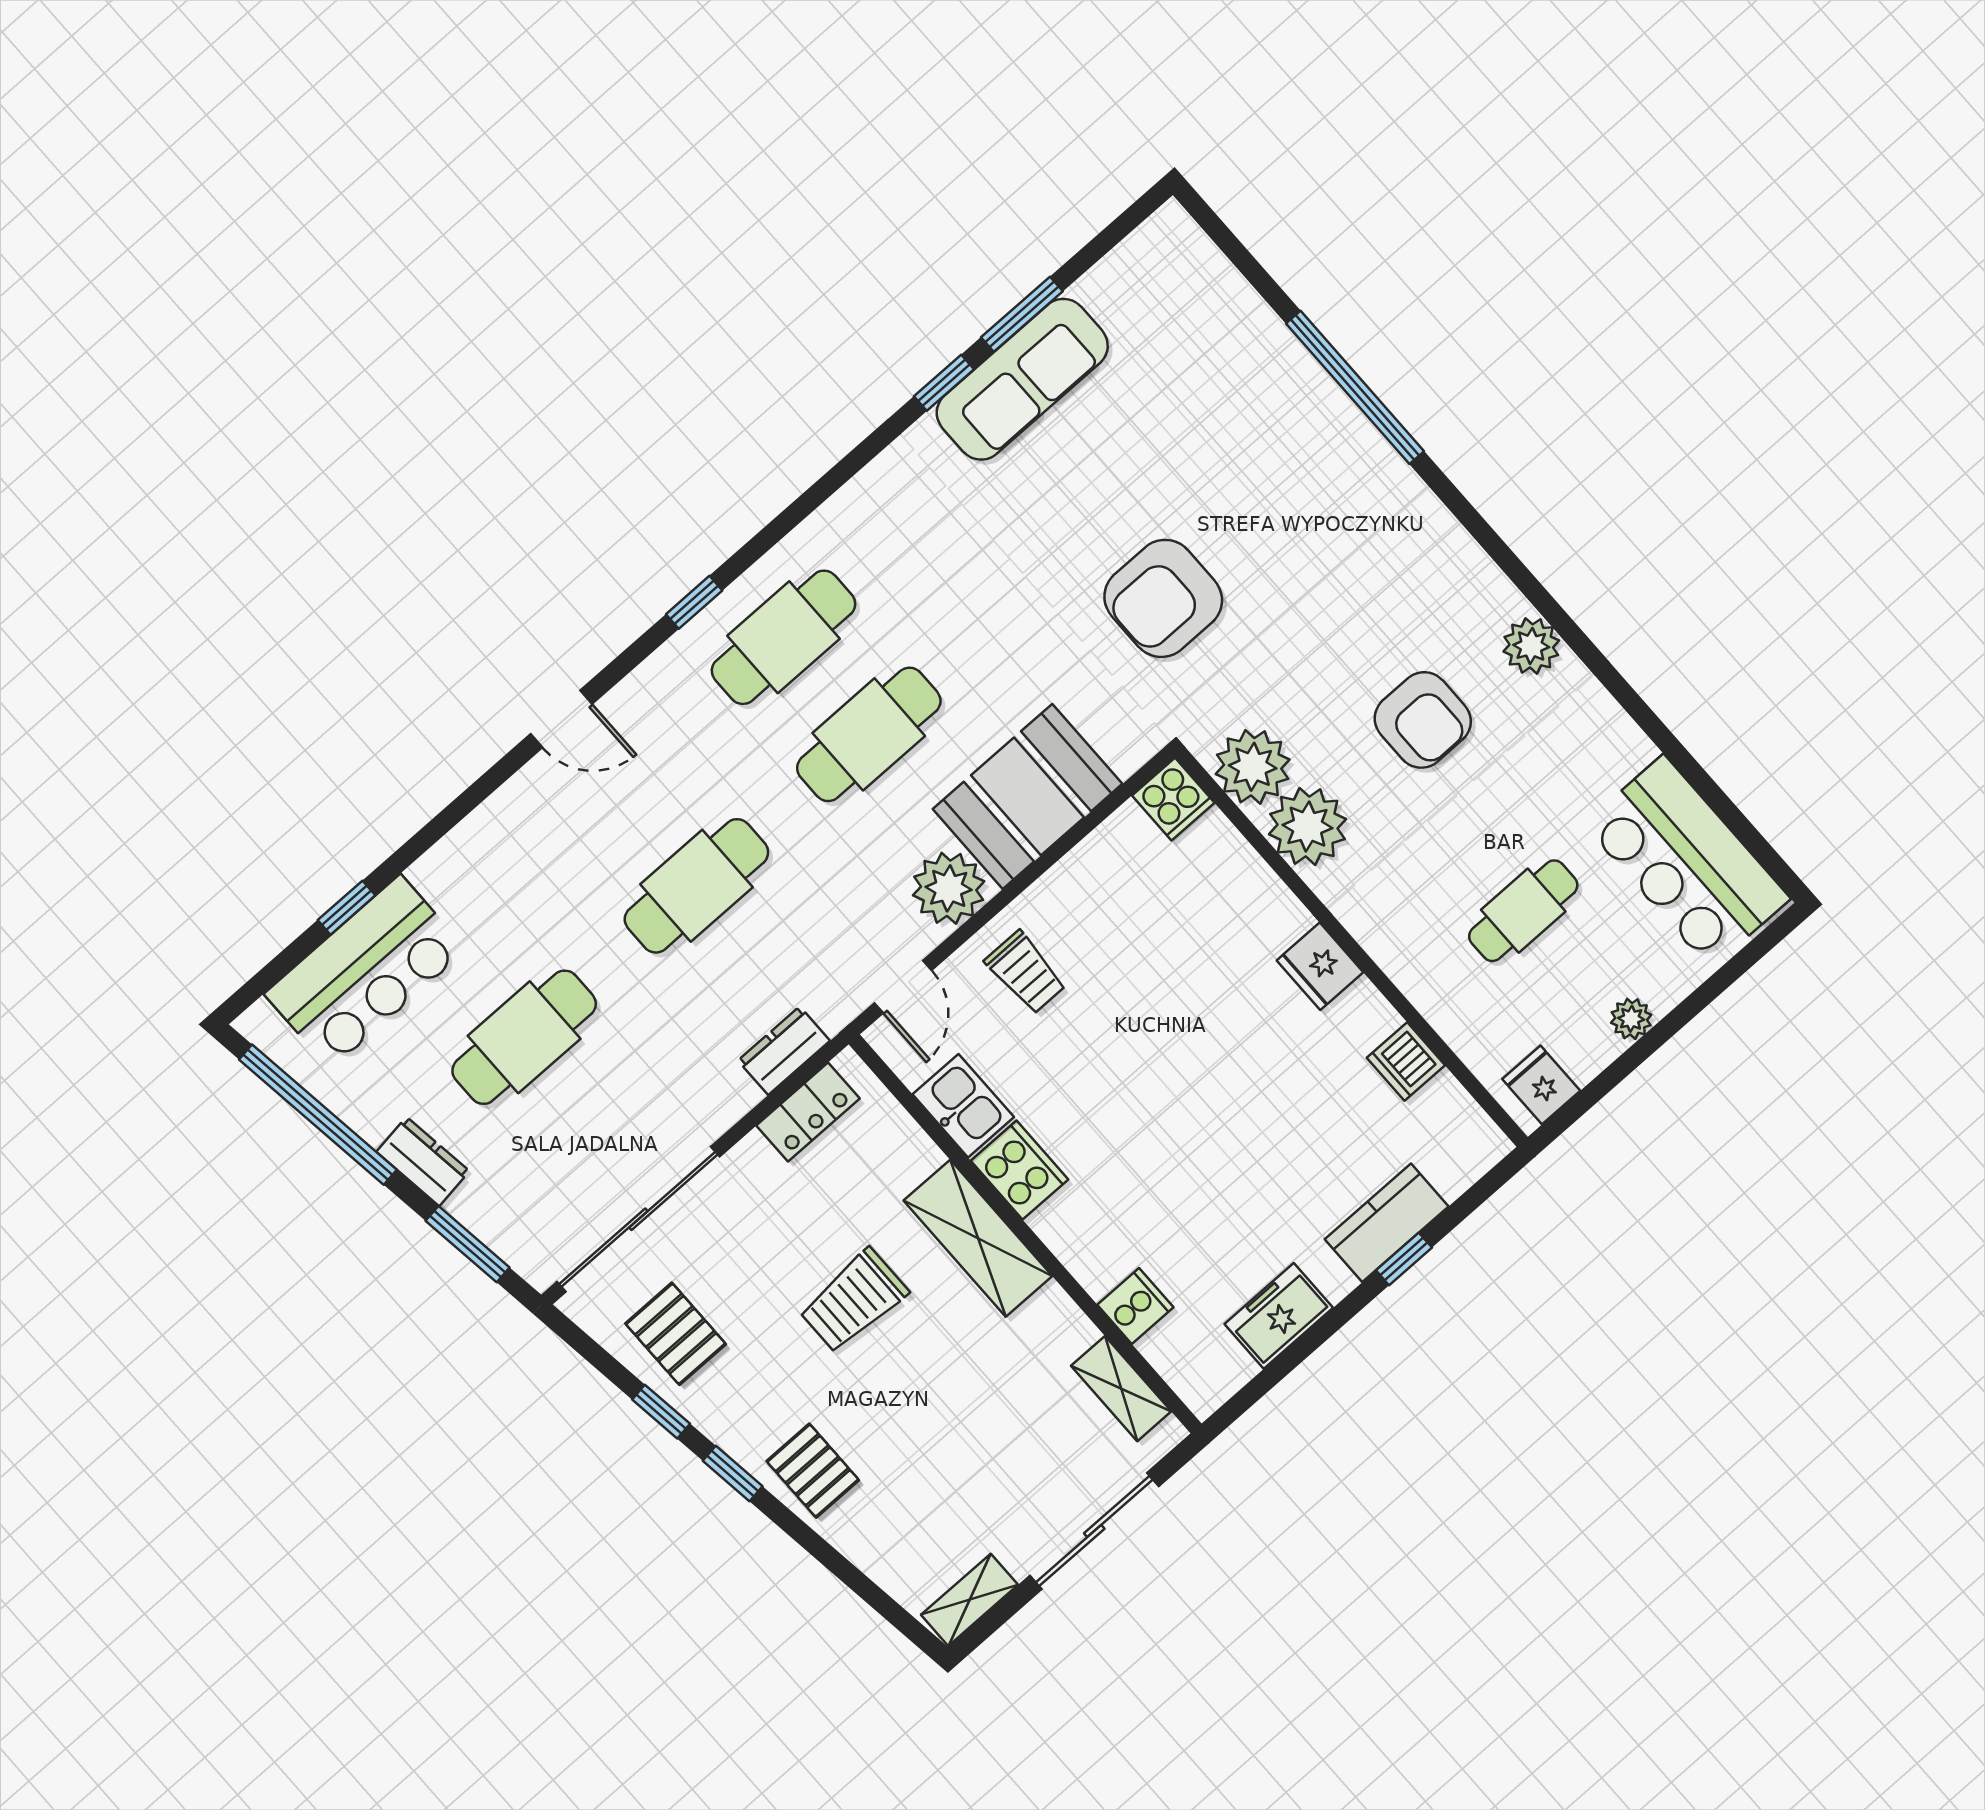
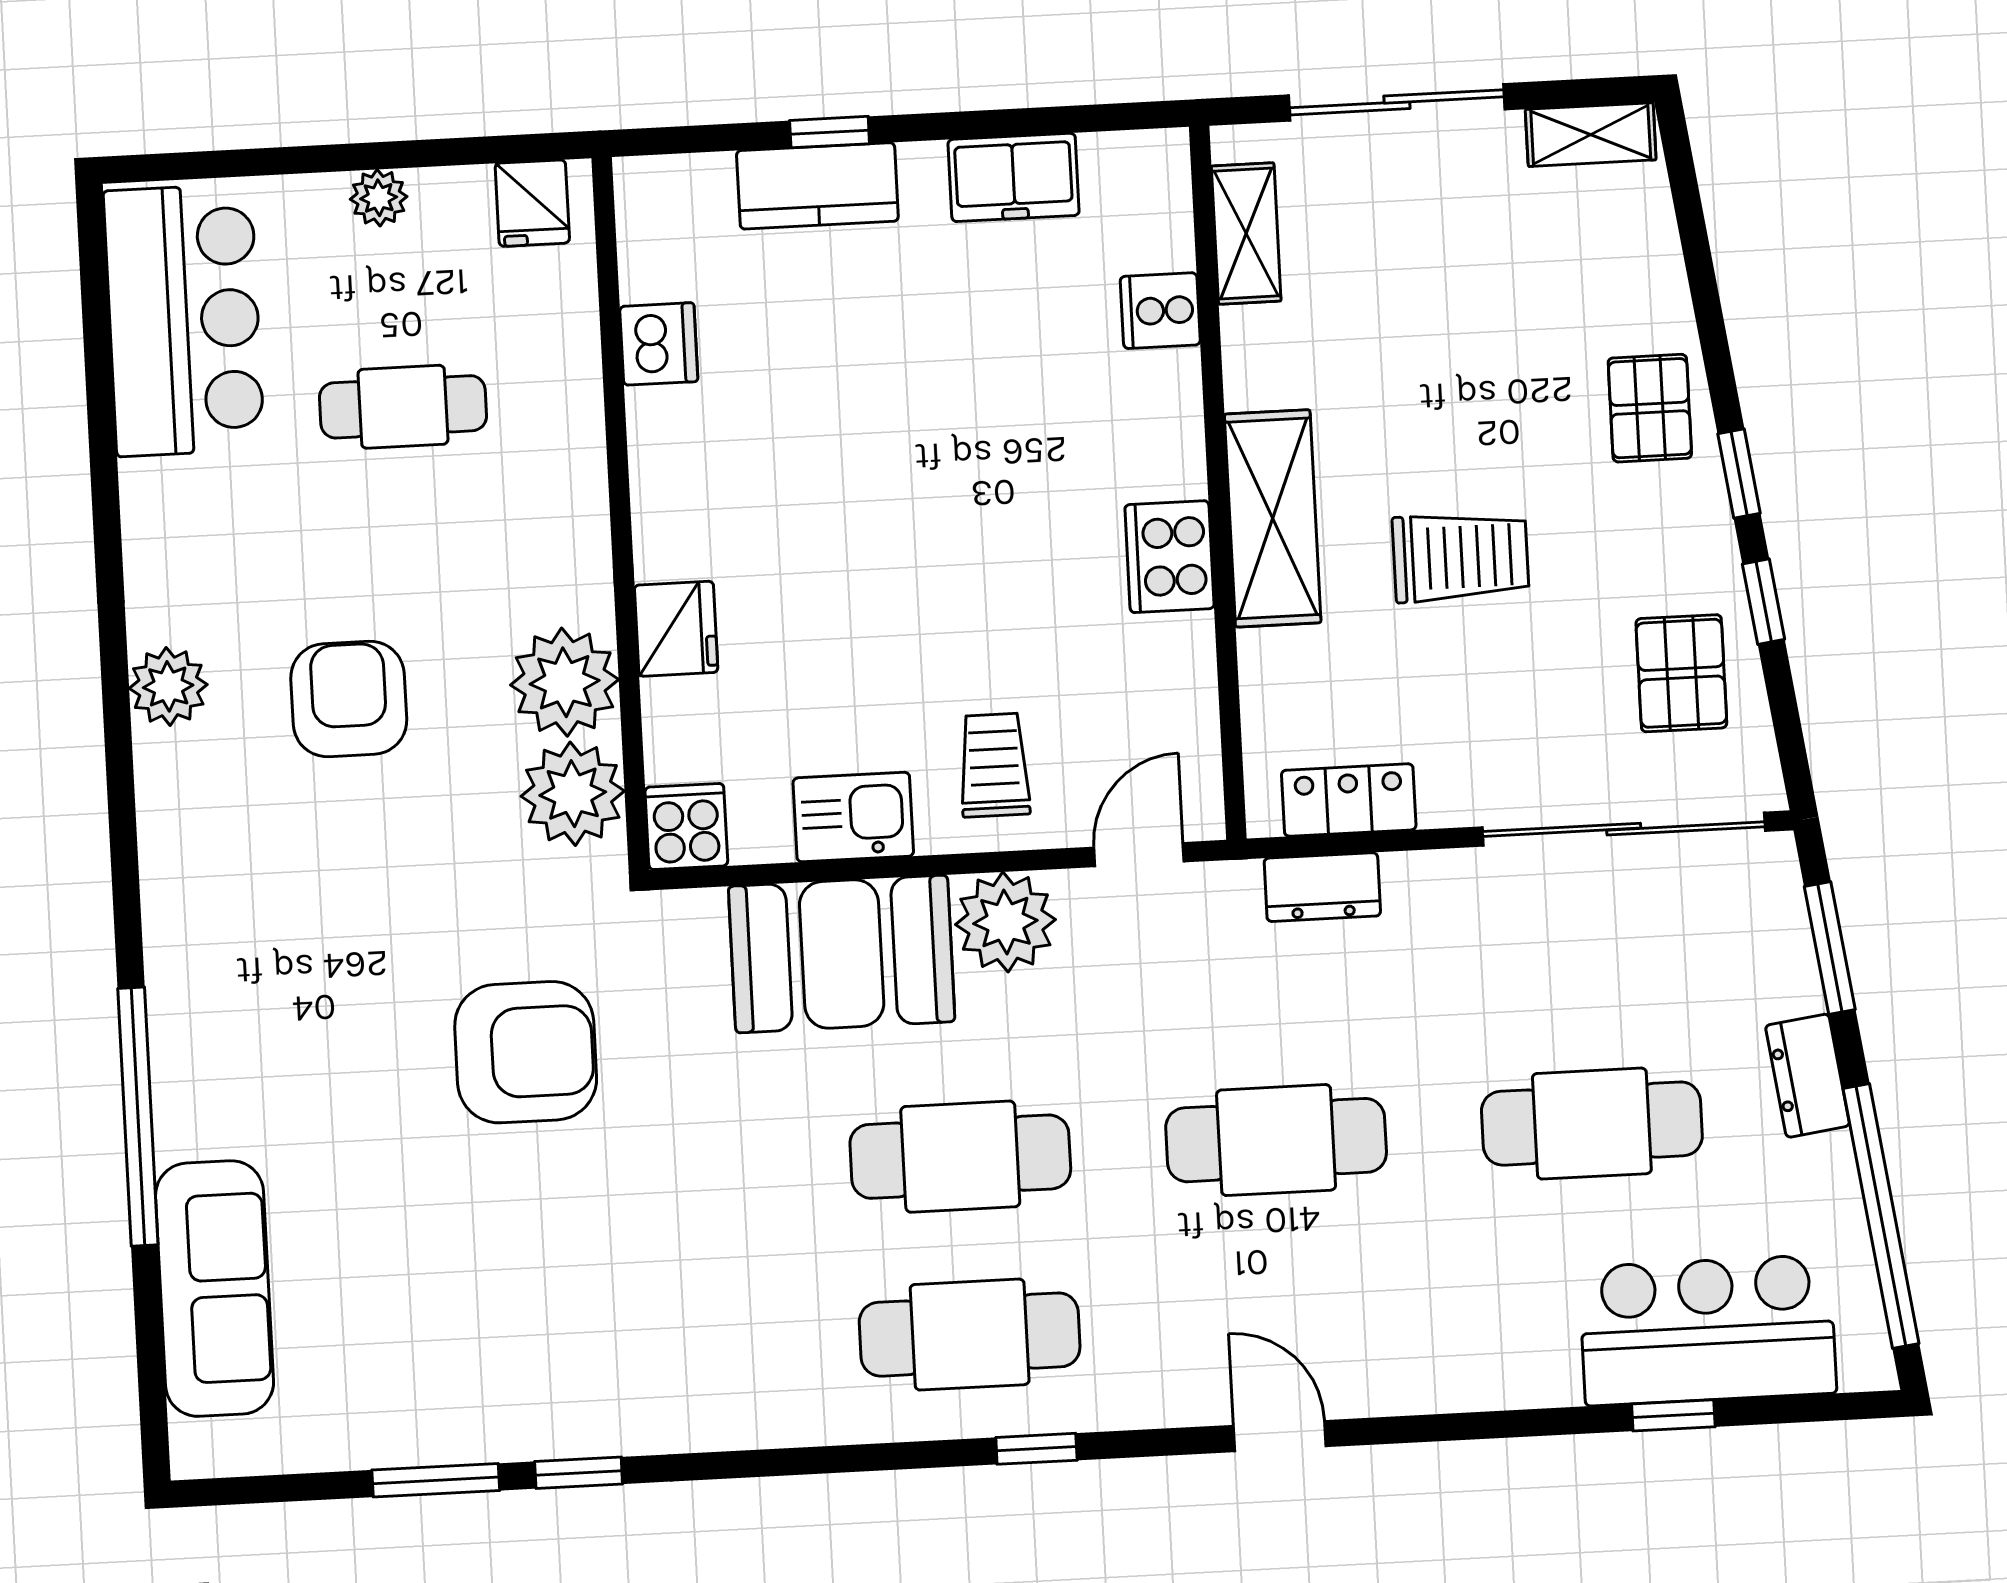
sofa: (1022, 379) -> (215, 1289), moved, turned 90
fridge: (1320, 966) -> (676, 629), moved
kitchen sink: (963, 1106) -> (853, 817), moved, turned 90

